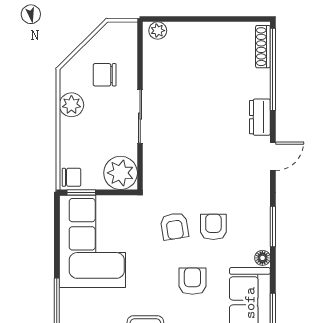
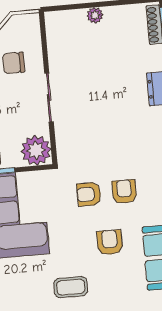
plant: (158, 31) -> (95, 15), moved
armchair: (174, 226) -> (89, 194), turned 99

